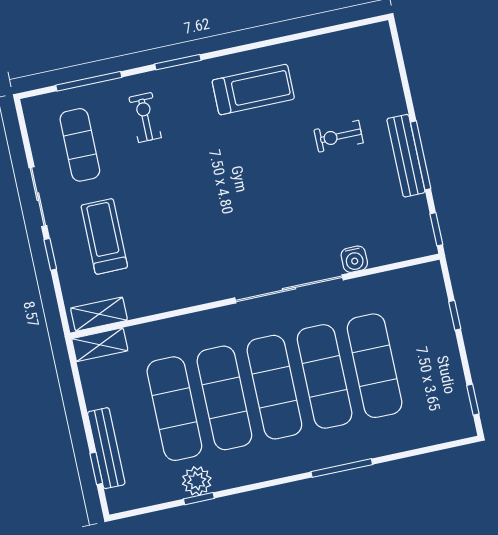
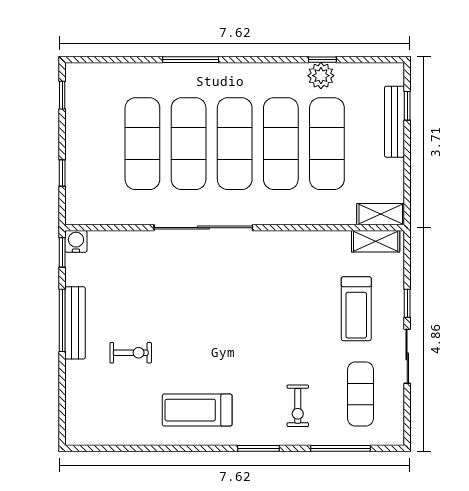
water cooler: (354, 259) -> (76, 241), moved

